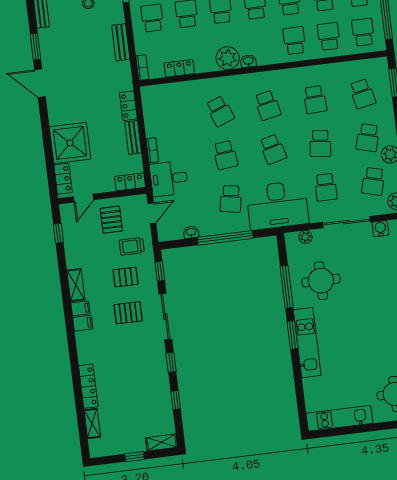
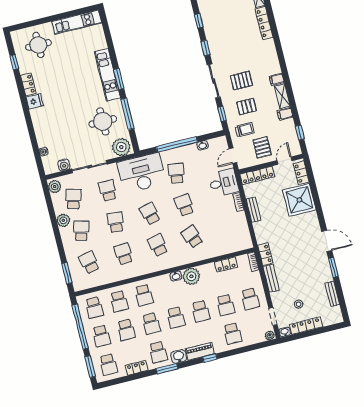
locker: (128, 106) -> (265, 254), moved
locker: (130, 182) -> (257, 175), width x1.53
plant: (305, 237) -> (121, 147), width x1.88, depth x1.88
filing cabinet: (83, 323) -> (285, 114), moved

